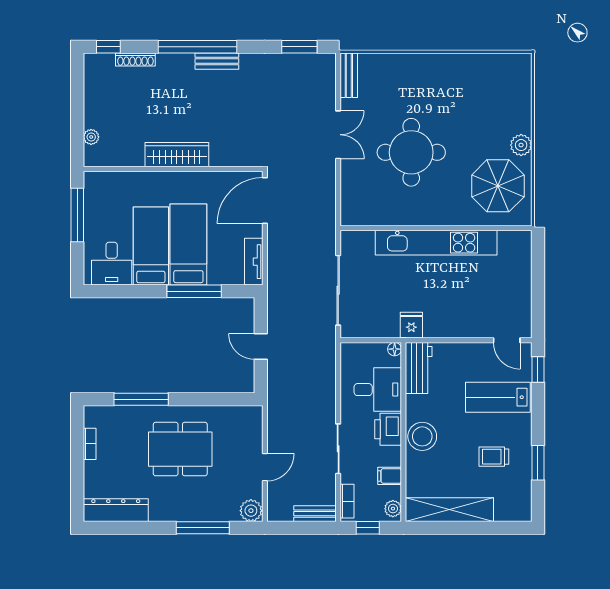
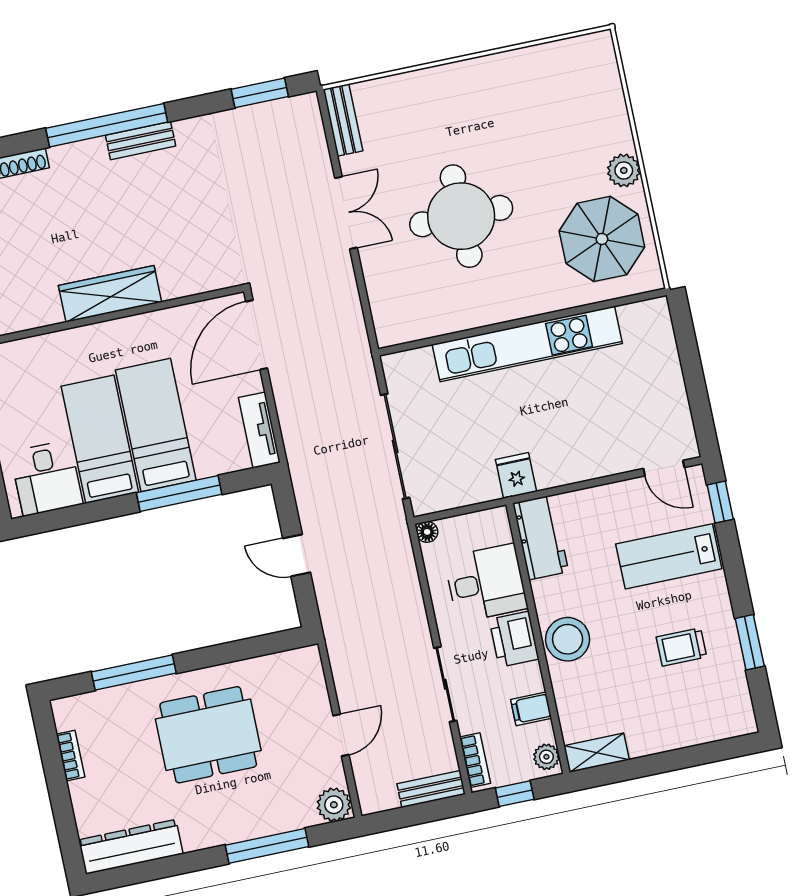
floor lamp: (395, 349) -> (427, 532), moved
shelving: (449, 510) -> (597, 753), width x0.45, depth x0.75

